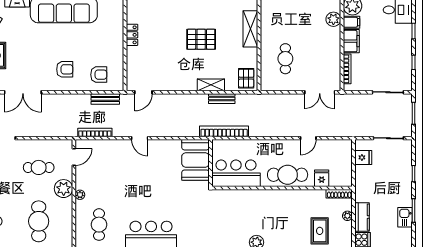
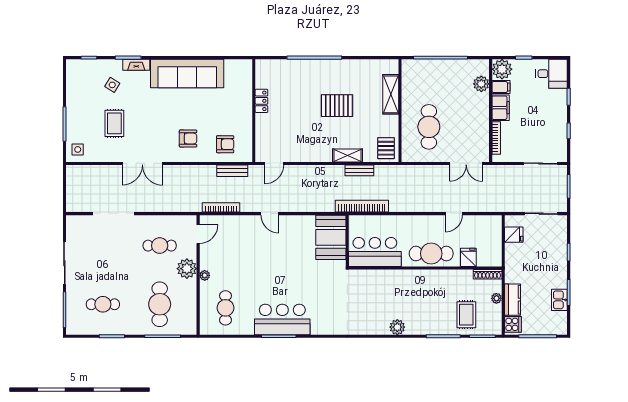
cafe table: (285, 59) -> (429, 127), width x1.37, depth x1.35

